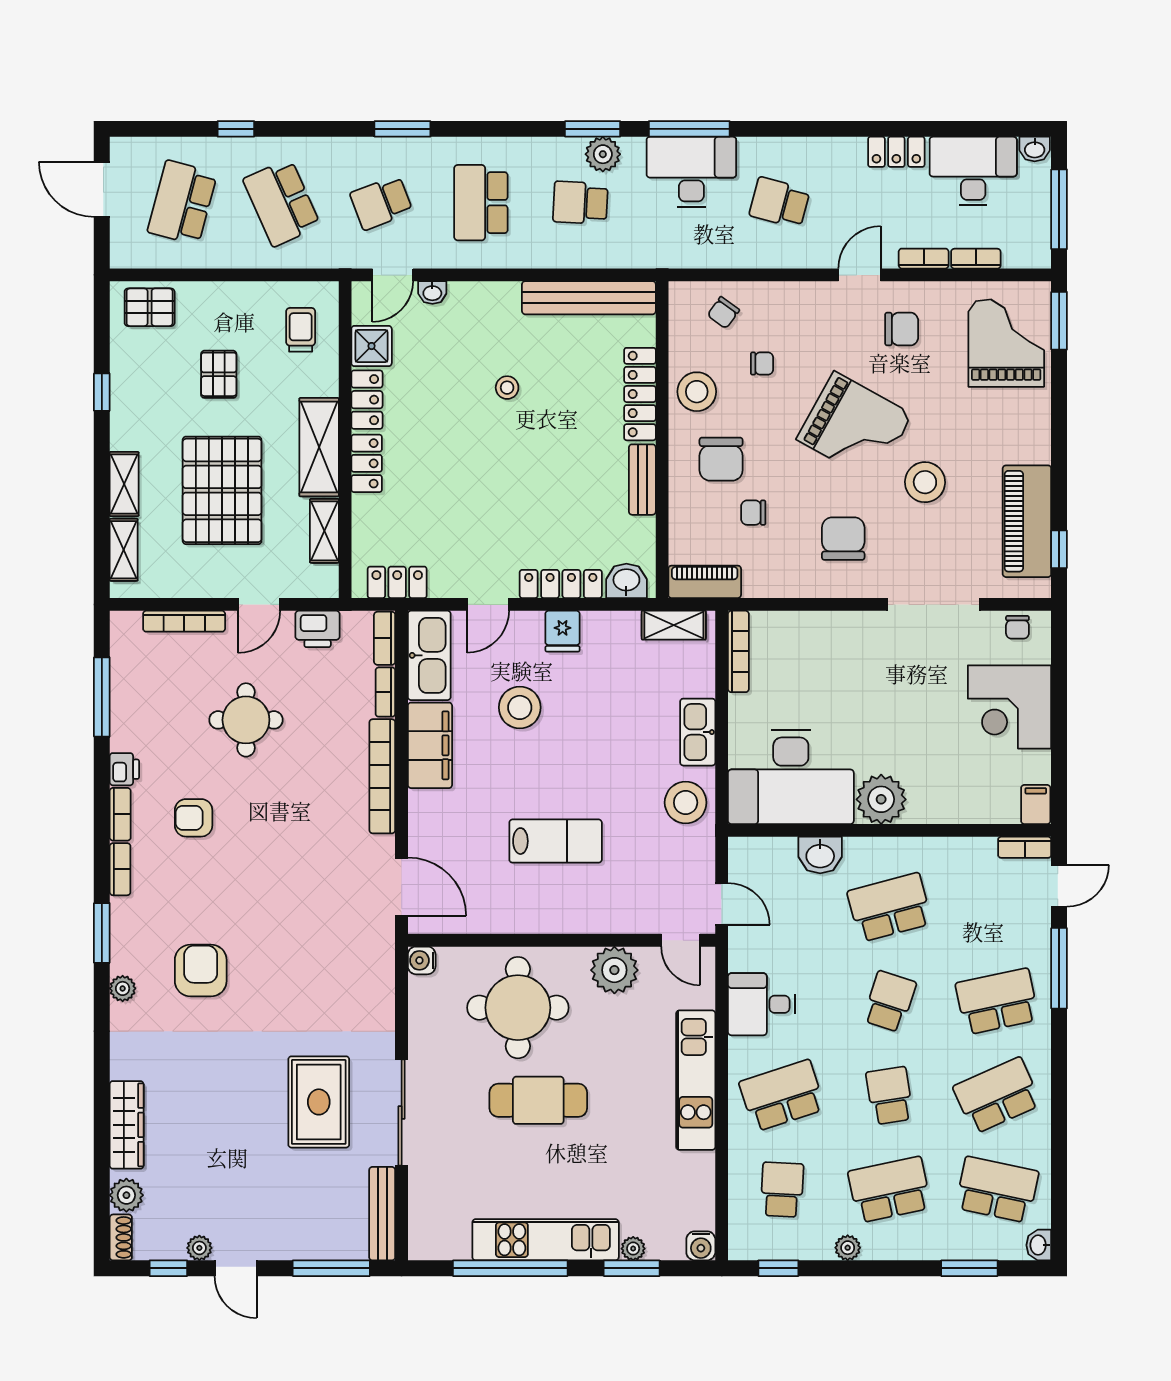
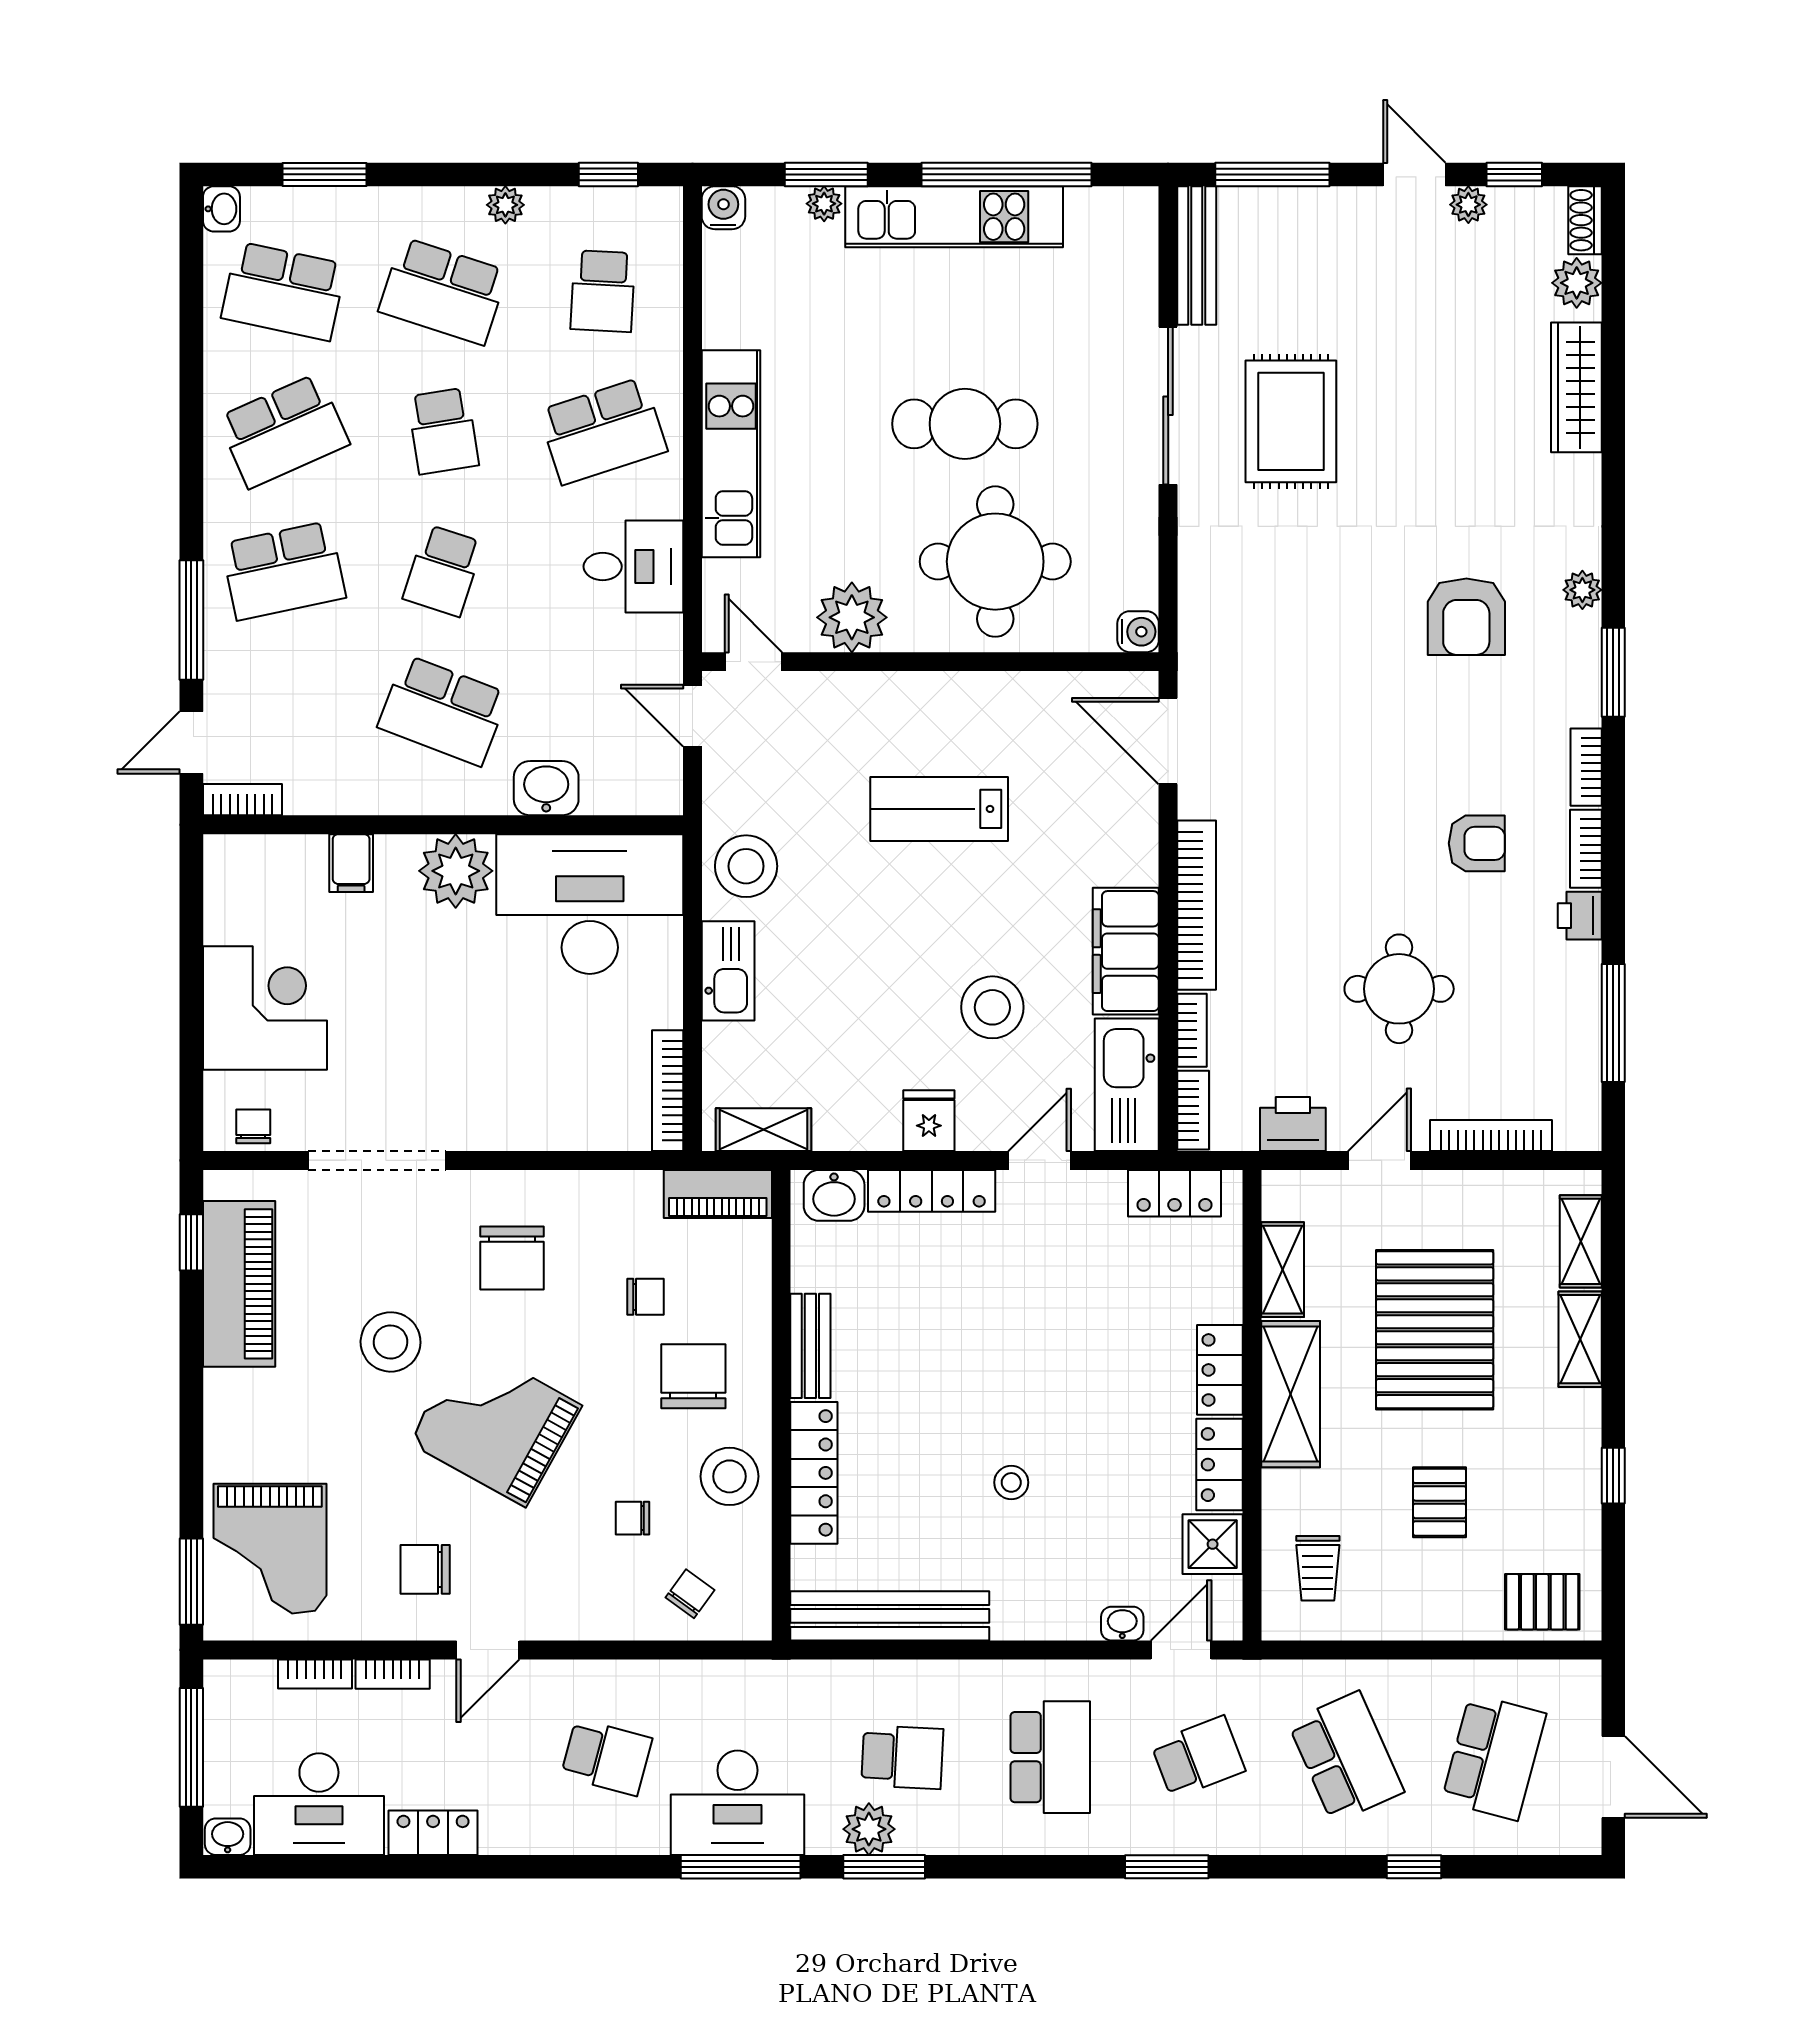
filing cabinet: (1036, 805) -> (351, 863), moved
school desk: (890, 907) -> (443, 710), turned 36
school desk: (890, 1190) -> (443, 291), turned 30

